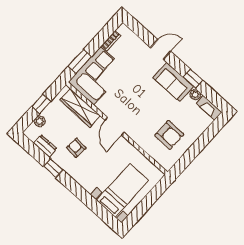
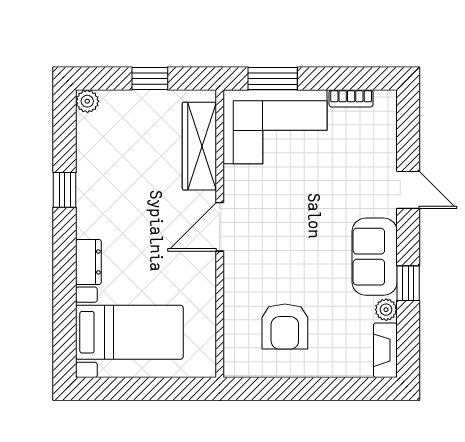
plant: (40, 121) -> (87, 101), moved
dresser: (45, 146) -> (88, 262), moved
armchair: (76, 148) -> (131, 197), removed

